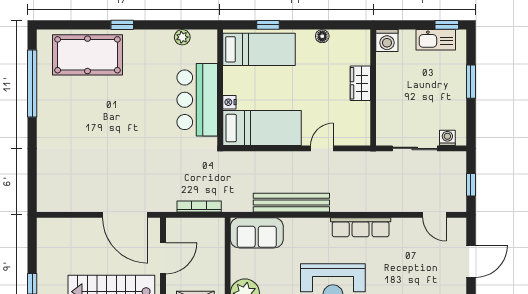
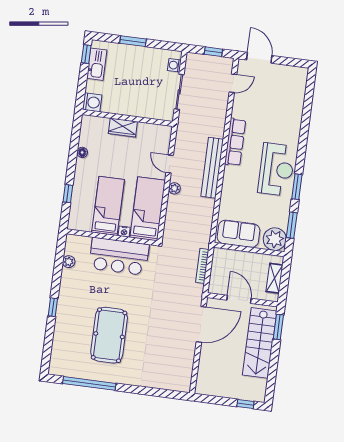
bed: (259, 49) -> (108, 206), moved
pool table: (87, 55) -> (109, 335), moved
plant: (292, 158) -> (174, 188), added
bench: (291, 203) -> (212, 168), moved
sofa: (257, 233) -> (239, 234), moved, turned -90
door: (471, 261) -> (259, 58), moved

